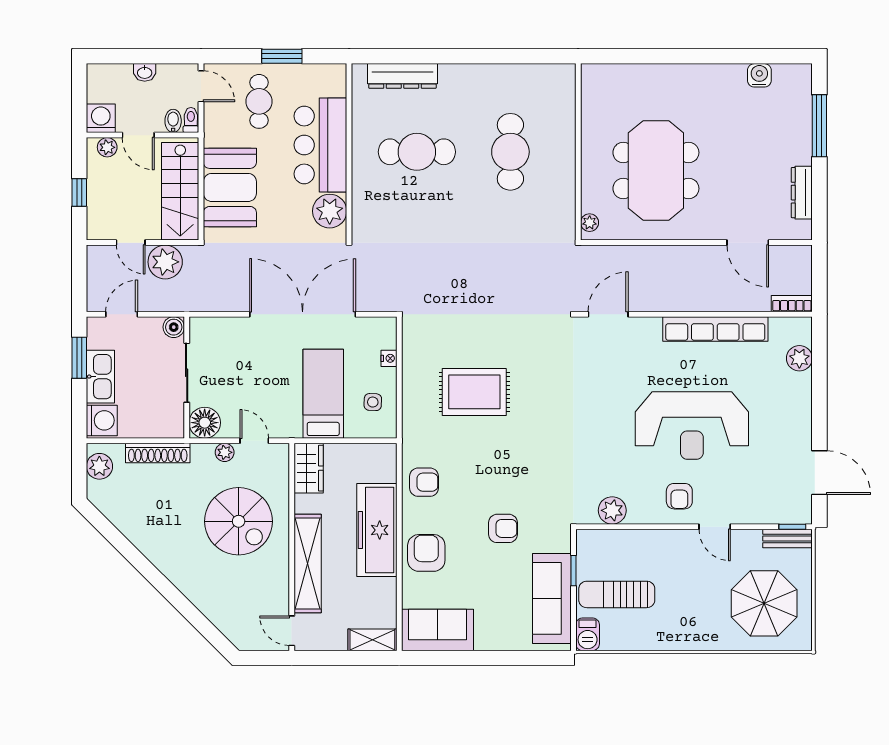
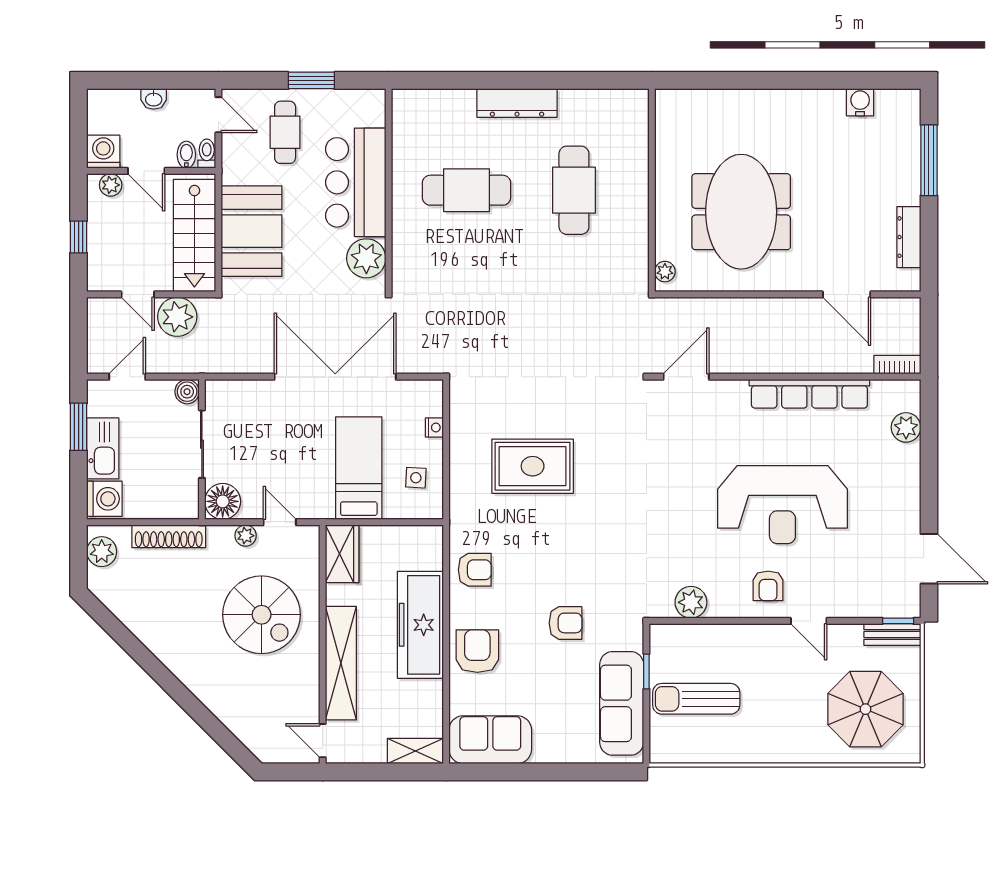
dresser: (402, 76) -> (517, 103), moved
barbecue: (588, 634) -> (663, 745), removed

